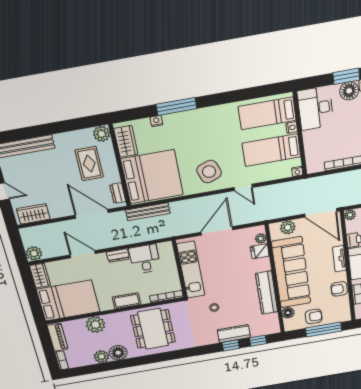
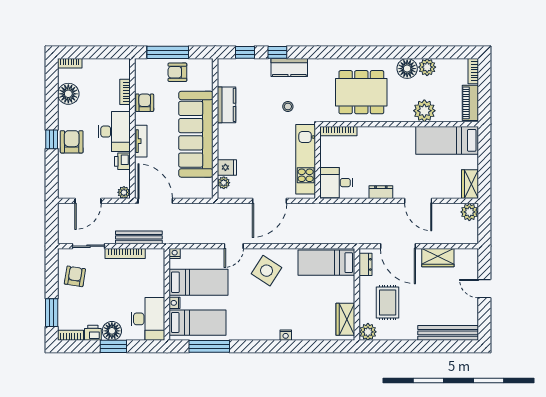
window: (176, 106) -> (209, 346), moved
nightstand: (156, 121) -> (286, 335), moved
side table: (209, 172) -> (267, 271), turned -36
bed: (152, 177) -> (326, 263), width x0.49
door: (243, 187) -> (234, 246), swing flipped
bench: (148, 212) -> (139, 237), moved
wardrobe: (33, 214) -> (438, 258), moved
plant: (288, 227) -> (193, 190), removed
desk: (145, 259) -> (336, 183), moved, turned 90
armchair: (339, 289) -> (145, 103), turned -90
kitchen counter: (267, 293) -> (227, 105), width x0.67
bed: (68, 301) -> (447, 140), width x0.67
cot: (127, 301) -> (383, 134), removed
floor lamp: (288, 313) -> (206, 83), removed
dining table: (153, 329) -> (361, 92), turned 90
kitchen counter: (234, 334) -> (289, 68), moved

